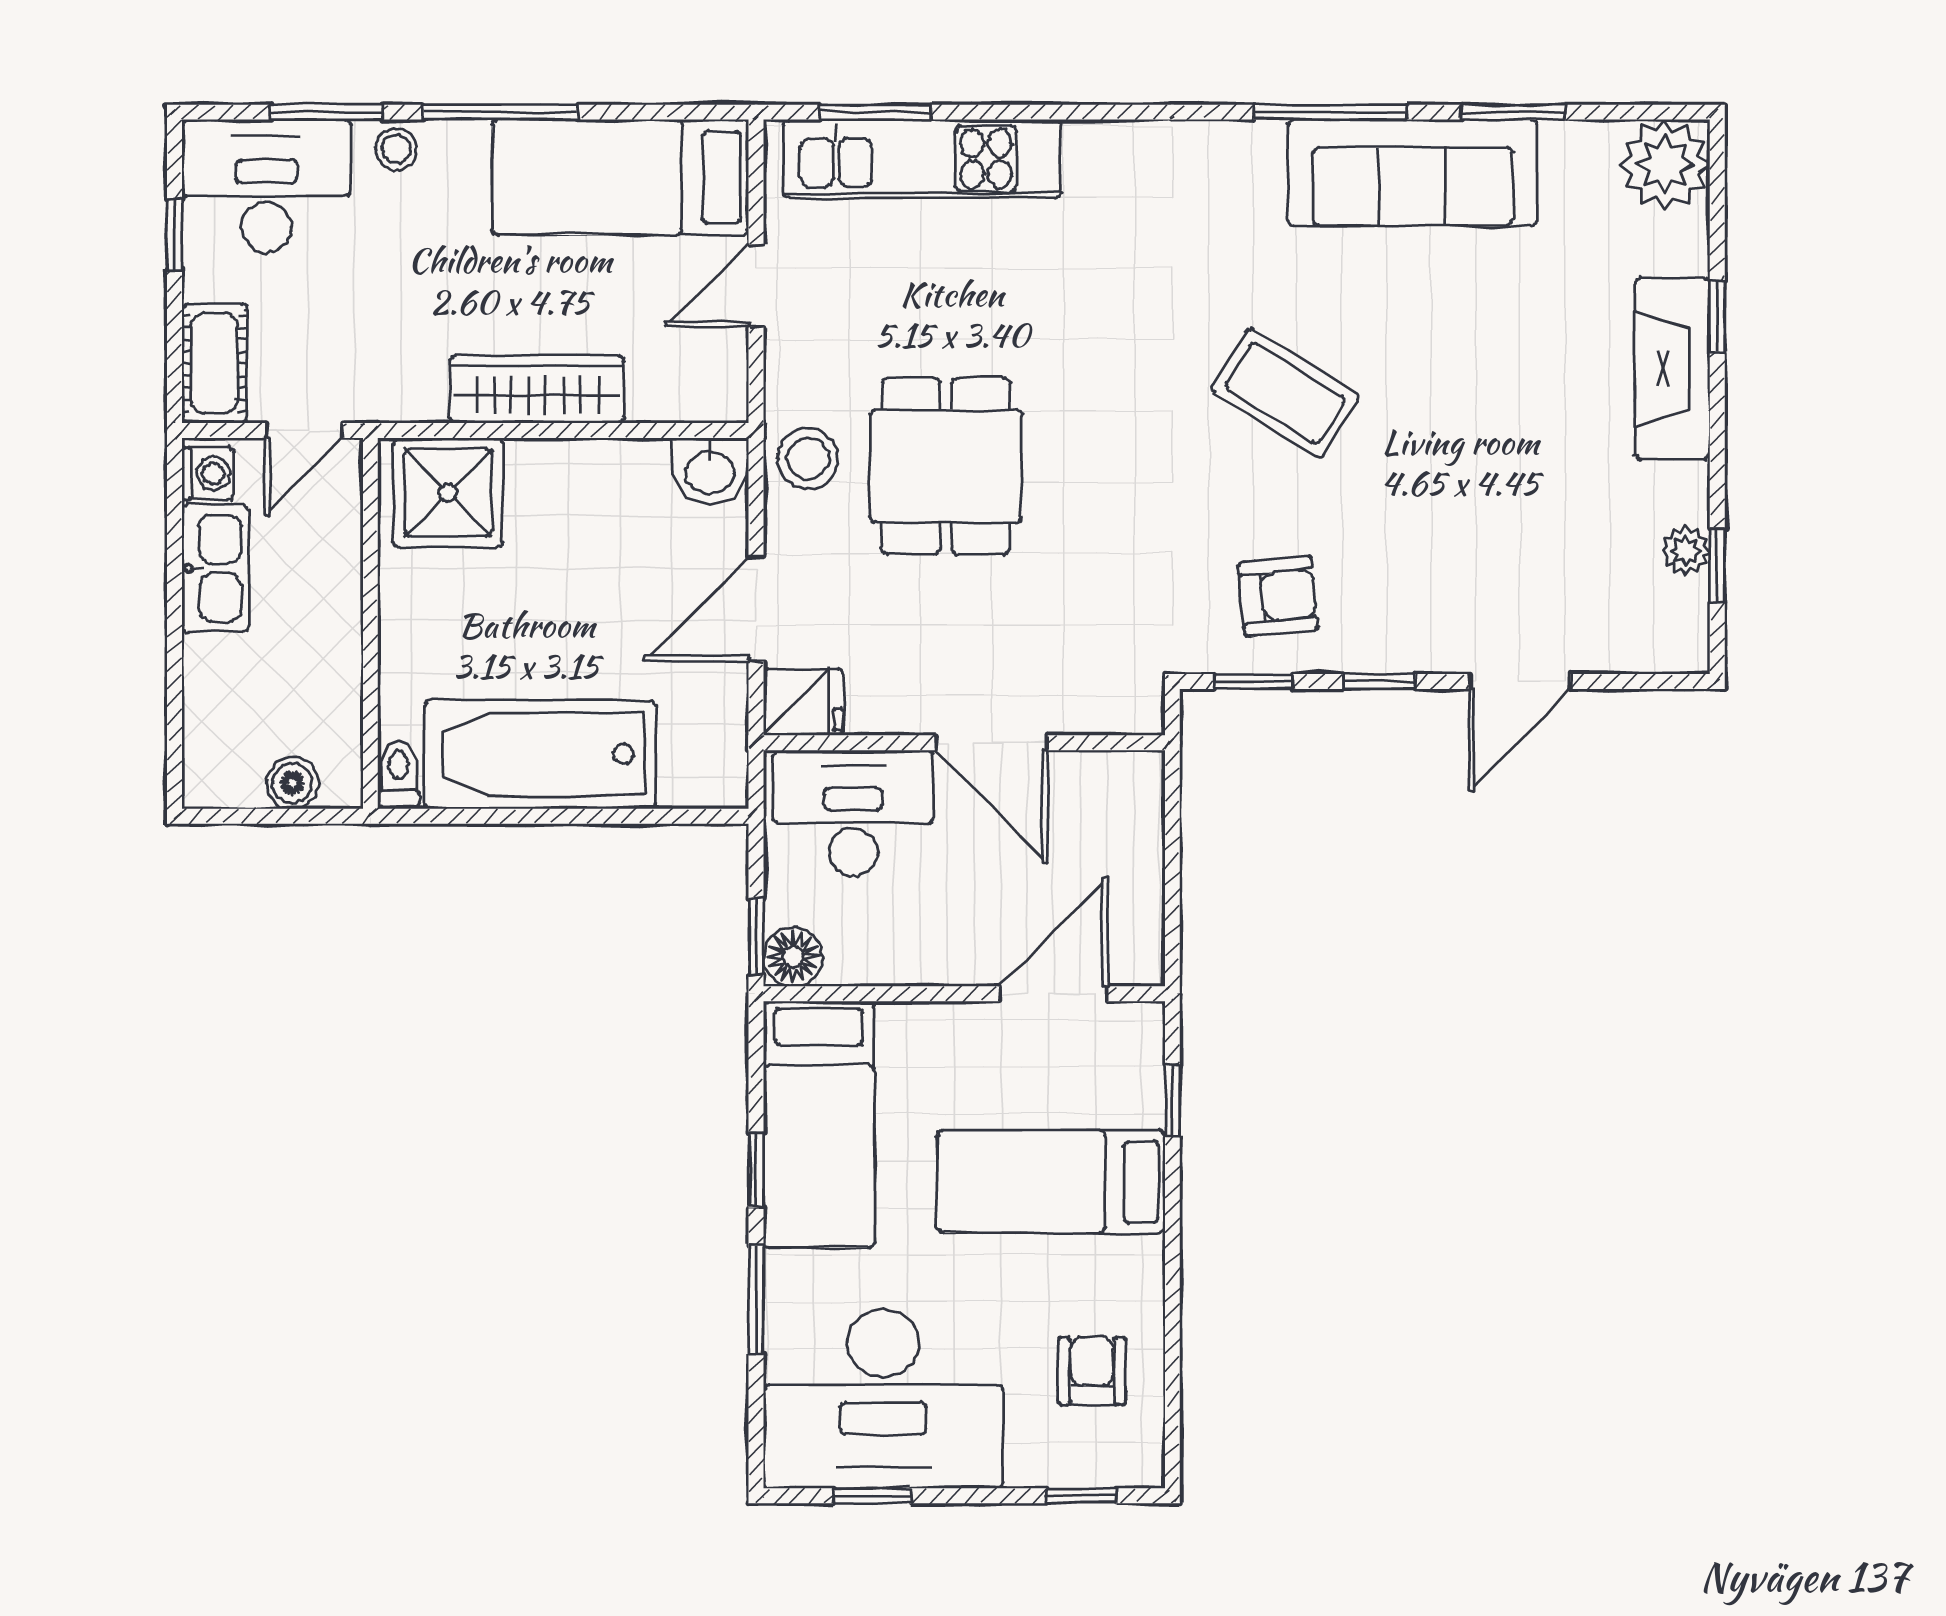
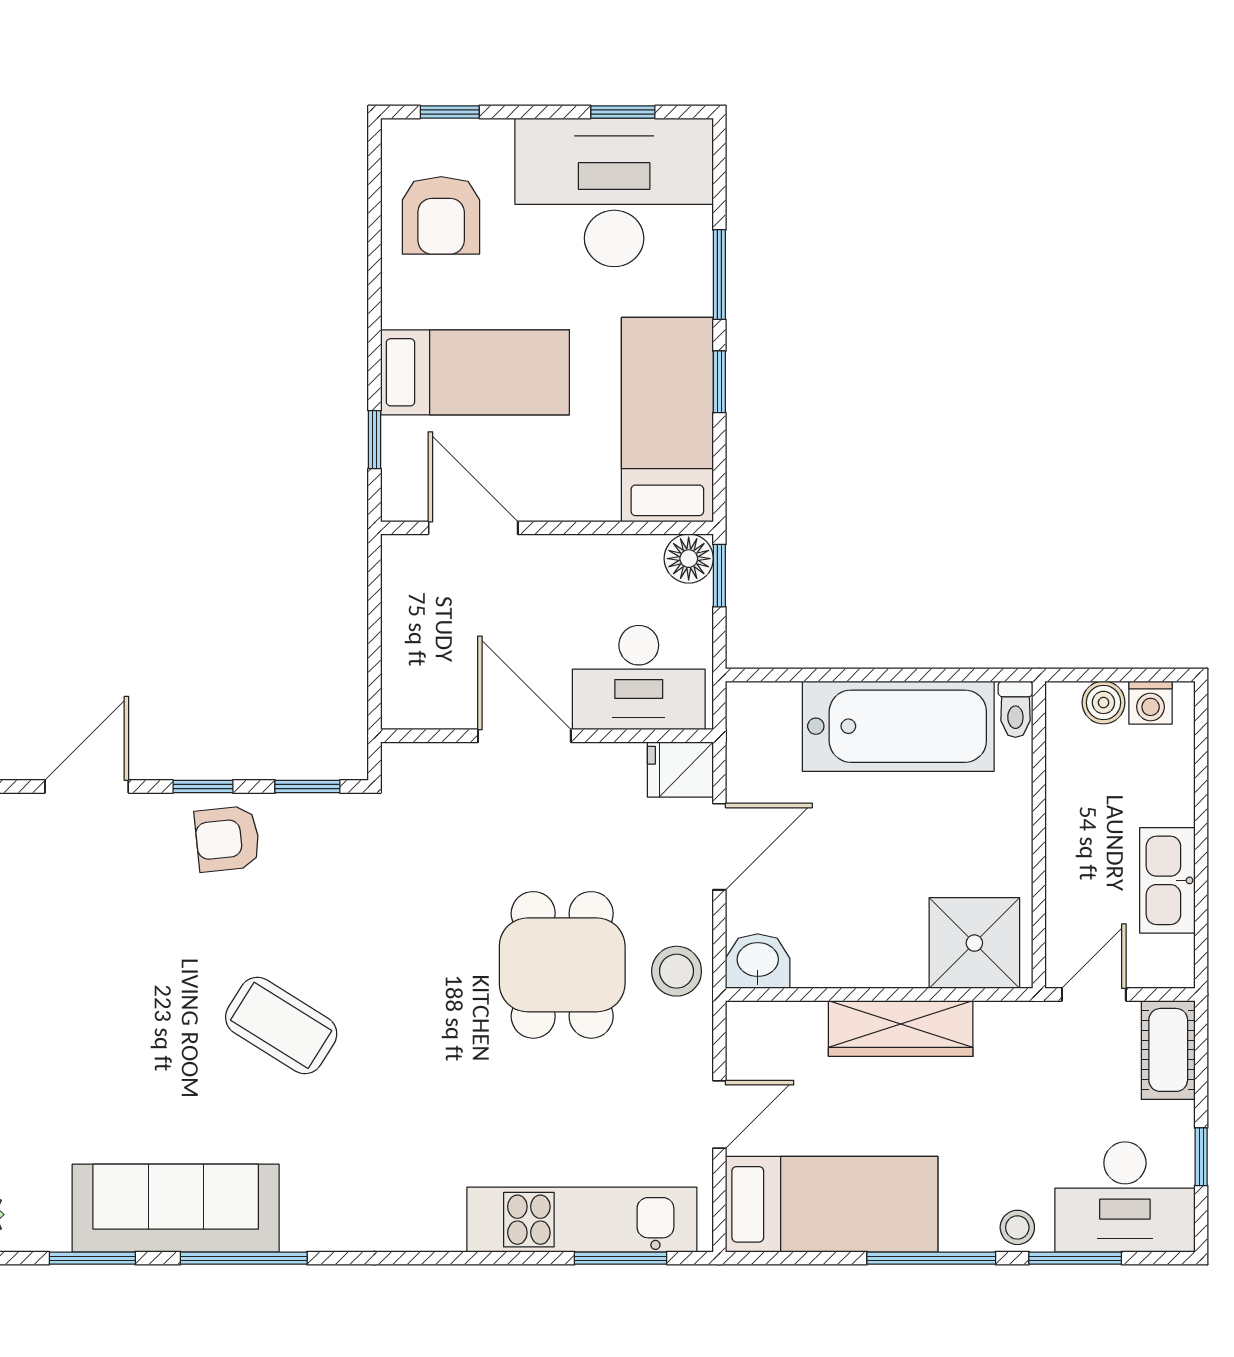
washing machine: (208, 474) -> (1151, 703), moved, turned -90
armchair: (1278, 596) -> (227, 839), moved
door: (1053, 994) -> (473, 528), swing flipped
armchair: (1092, 1371) -> (441, 215), width x1.38, depth x1.38

